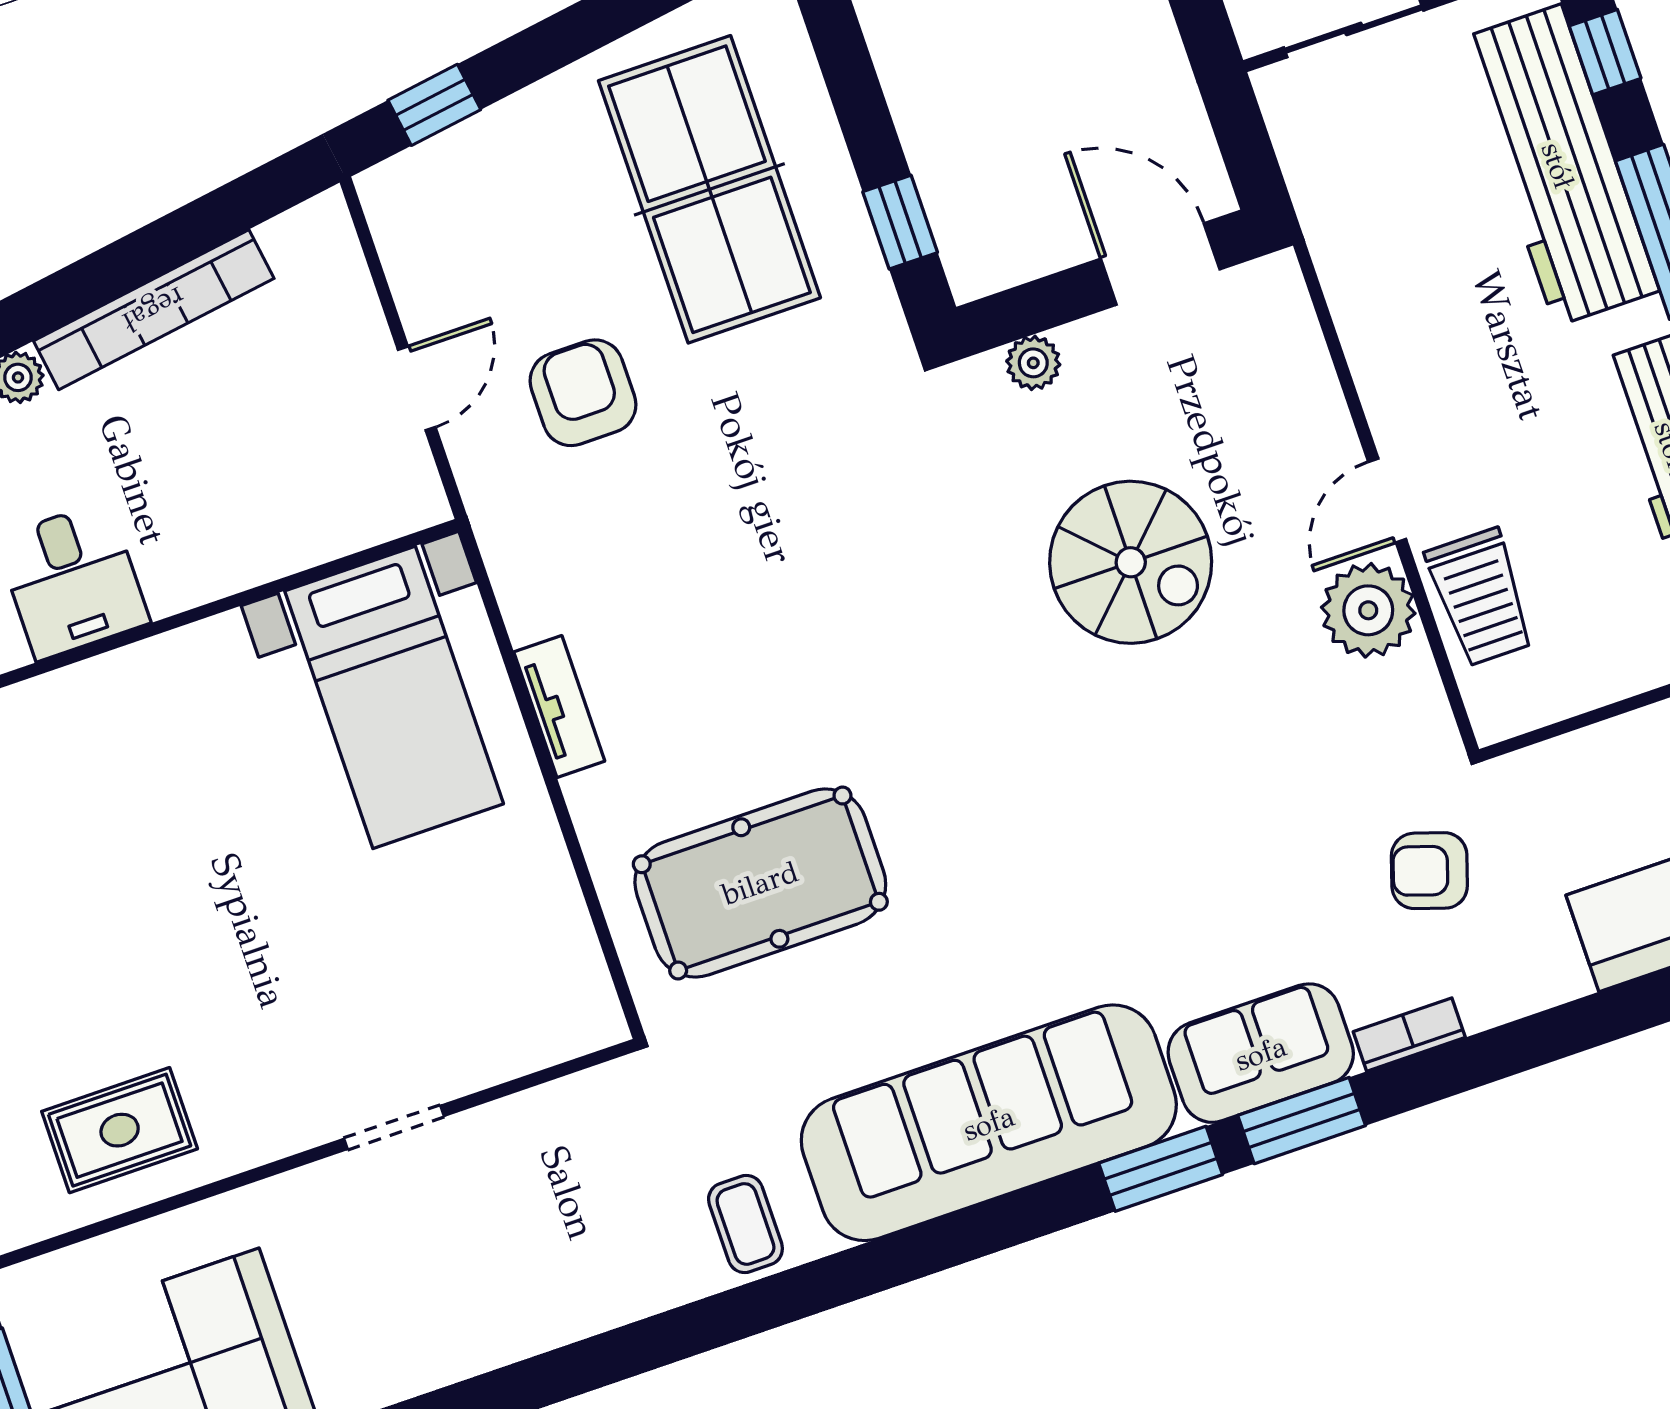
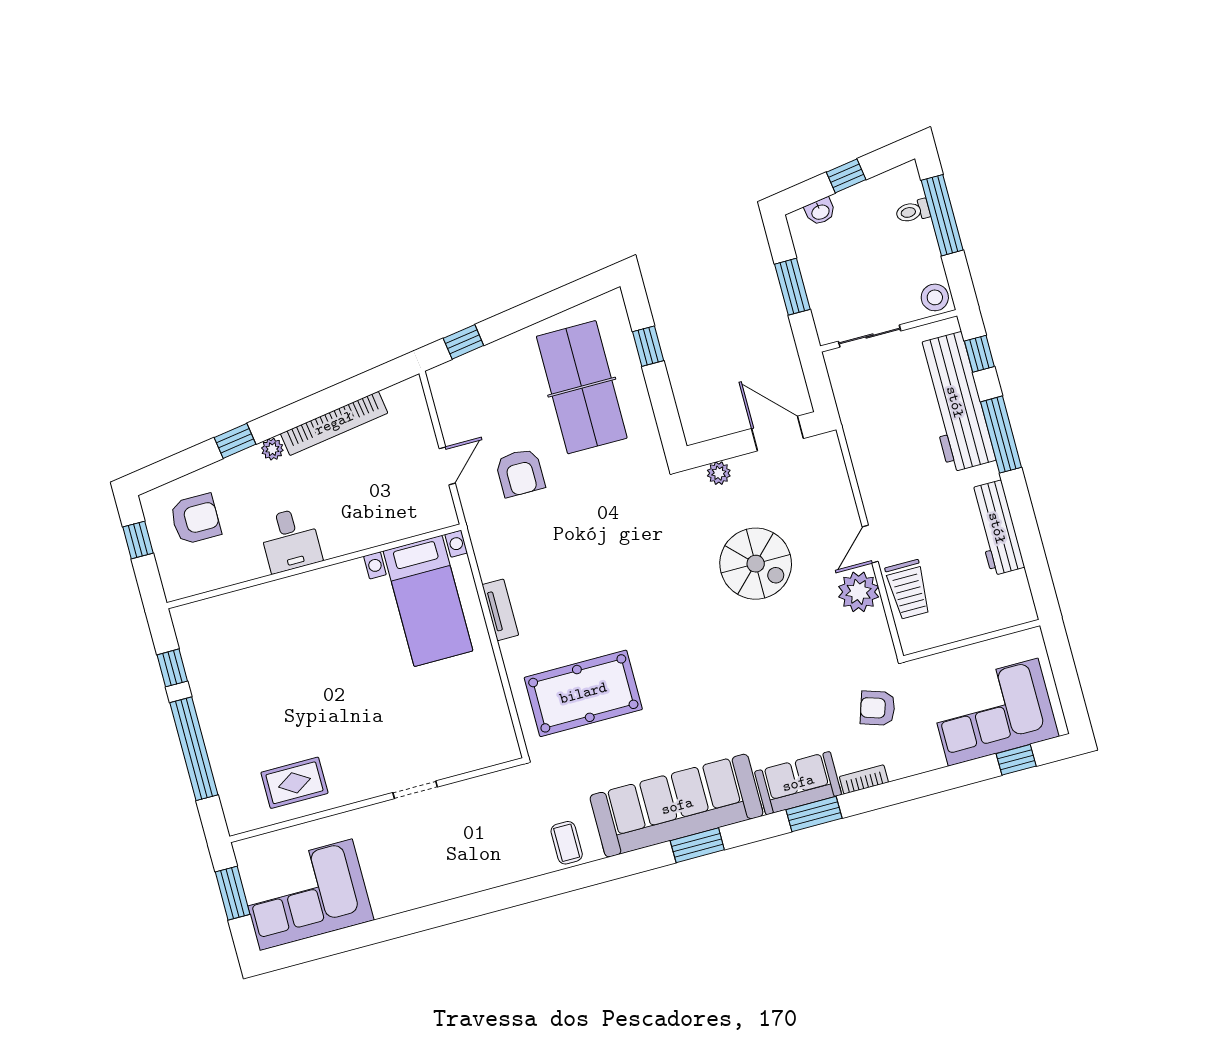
window: (900, 222) -> (648, 346), moved
armchair: (583, 393) -> (520, 473), turned 180
window: (1161, 1169) -> (697, 845), moved

